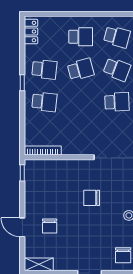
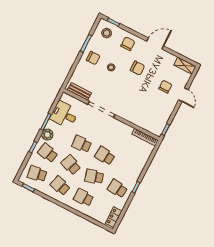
school desk: (44, 102) -> (105, 156), moved
chair: (92, 198) -> (137, 68), moved

